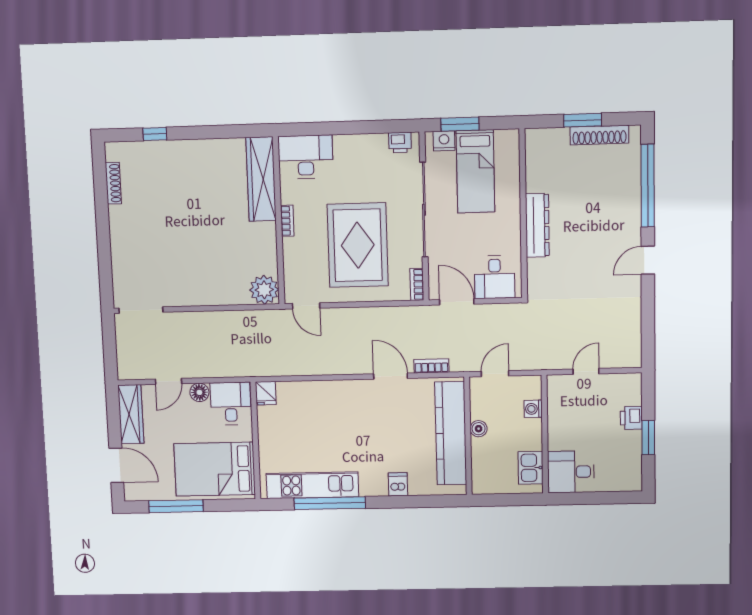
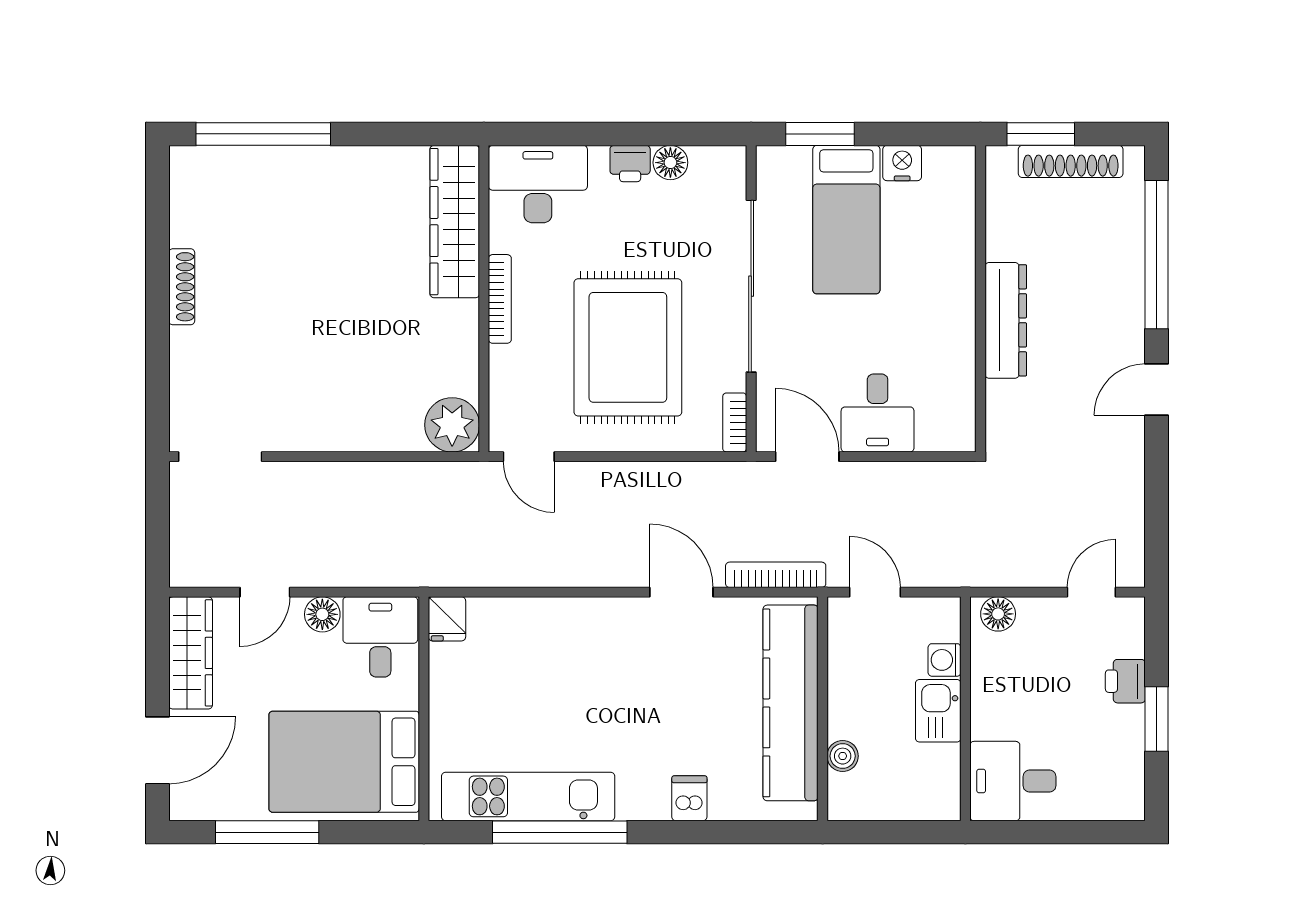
window: (155, 134) -> (263, 134), width x3.17
nightstand: (444, 141) -> (902, 163), moved
floor lamp: (378, 143) -> (670, 163), added
printer: (400, 143) -> (630, 164), moved
shoe rack: (113, 183) -> (182, 287), moved
wall: (523, 214) -> (980, 299), moved
bookcase: (287, 221) -> (500, 299), width x1.56
dresser: (537, 225) -> (1006, 320), moved
bookcase: (431, 366) -> (776, 575), width x1.56
door: (586, 371) -> (1091, 592), moved
door: (495, 374) -> (875, 592), hinge flipped
floor lamp: (562, 384) -> (998, 614), added
boiler: (479, 429) -> (843, 756), moved
door: (116, 465) -> (157, 750), hinge flipped
kitchen sink: (531, 468) -> (938, 711), moved

